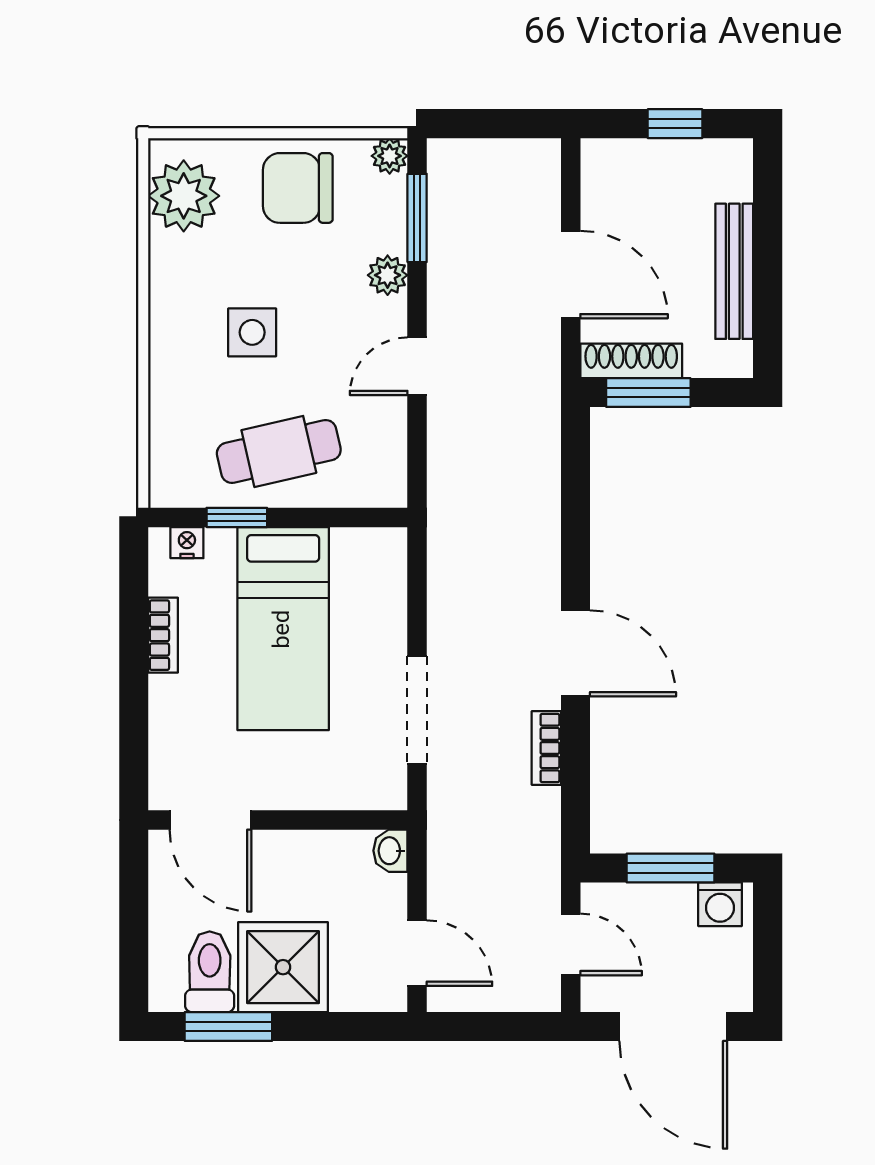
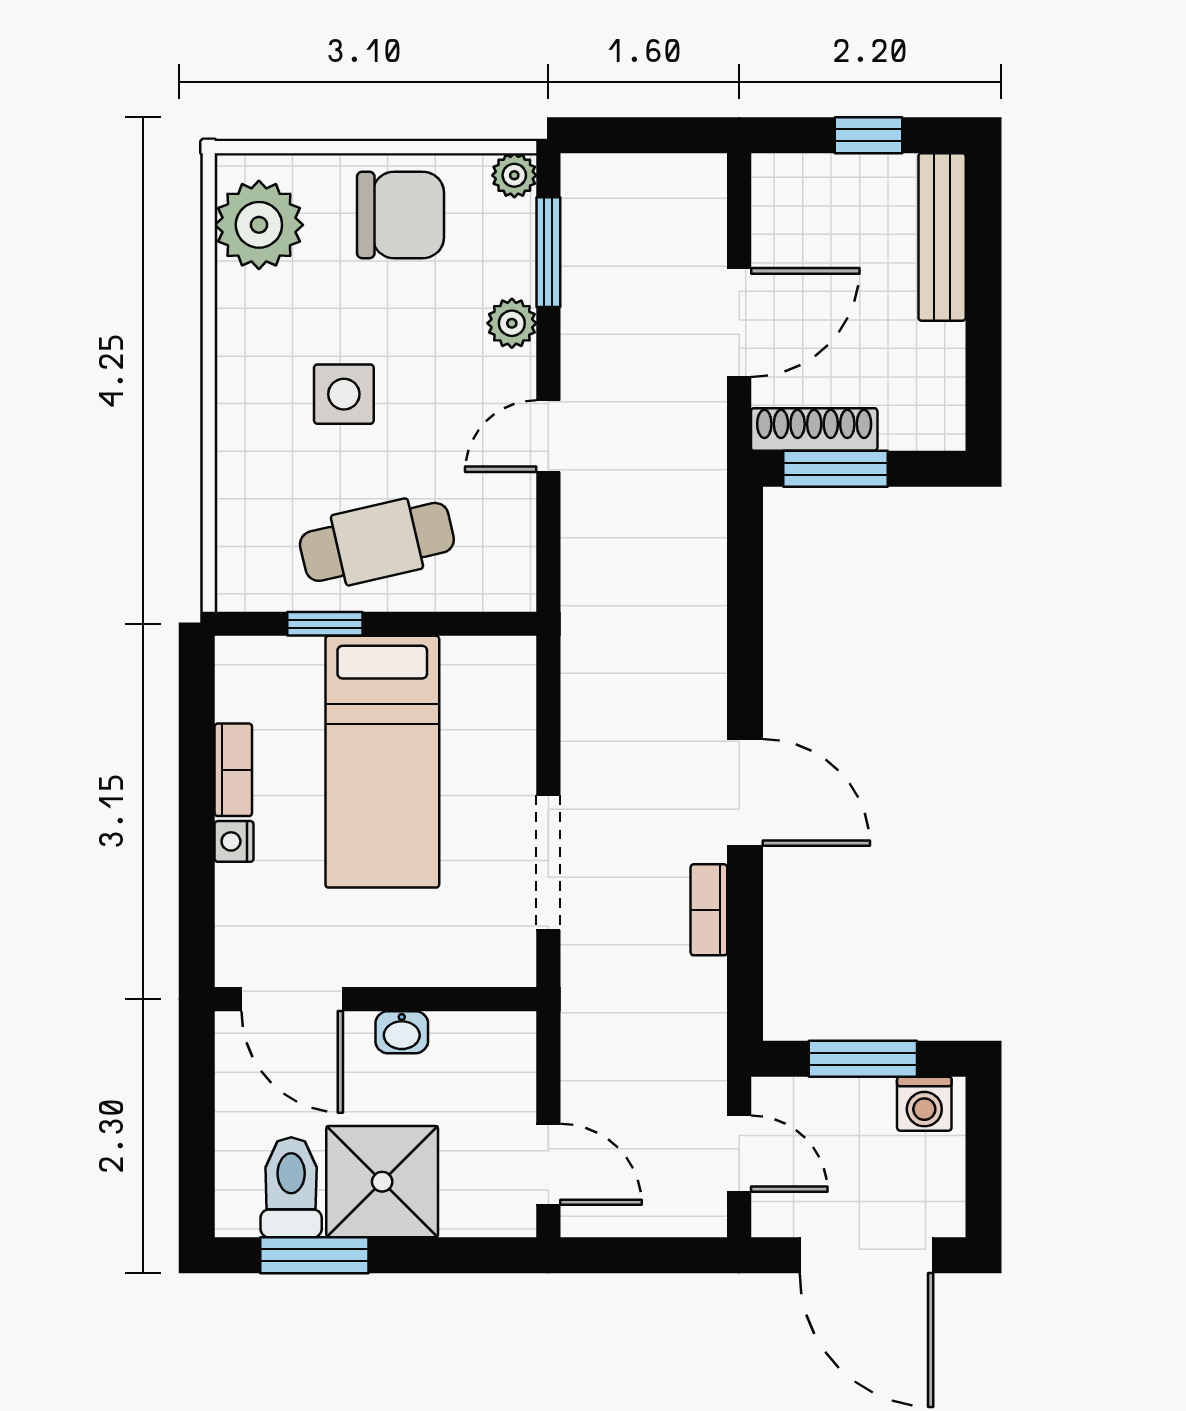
chair: (298, 188) -> (400, 215), turned 180
bench: (734, 271) -> (942, 237), moved
door: (571, 275) -> (739, 322), hinge flipped
nightstand: (187, 543) -> (234, 841), moved, turned -90
washbasin: (390, 851) -> (402, 1032), moved, turned -90

